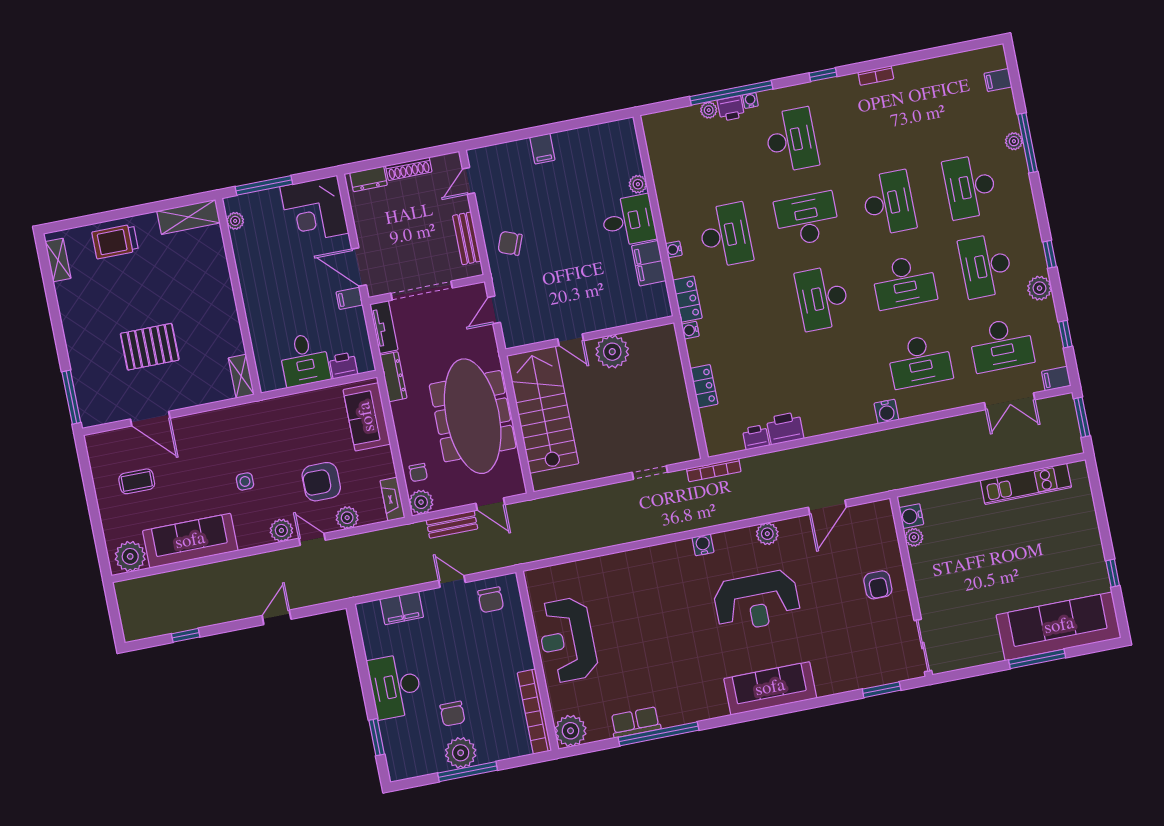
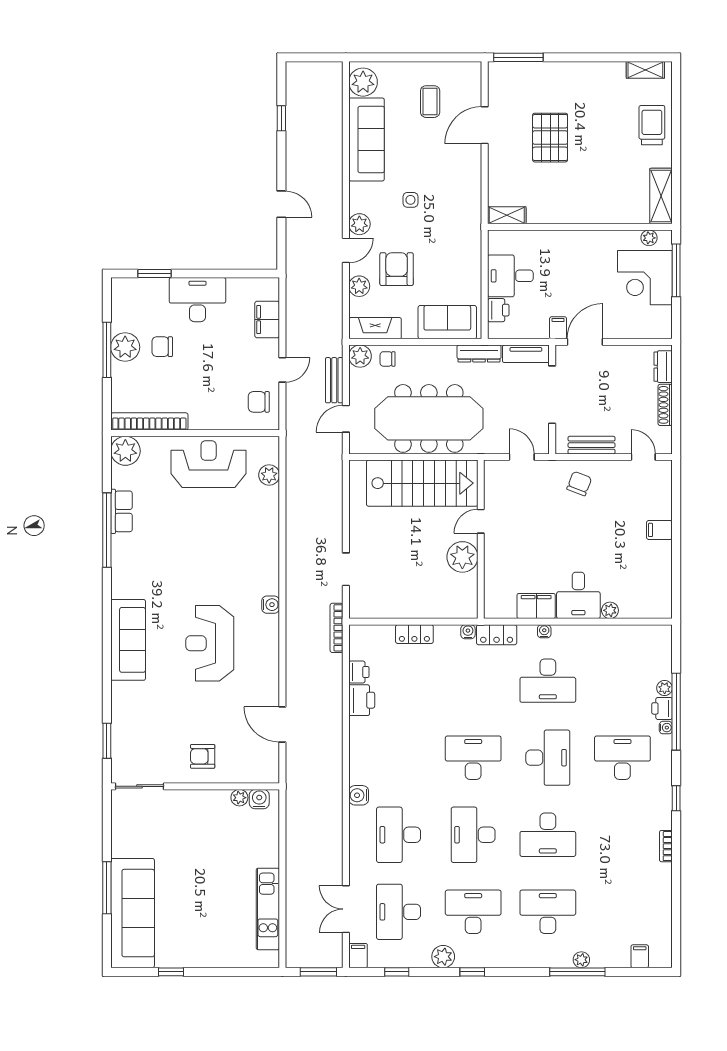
desk: (791, 140) -> (622, 758), turned 180
corner desk: (314, 210) -> (645, 278), moved, turned -90
fireplace: (393, 499) -> (375, 328), width x1.37, depth x1.32
plant: (767, 534) -> (269, 475), moved

